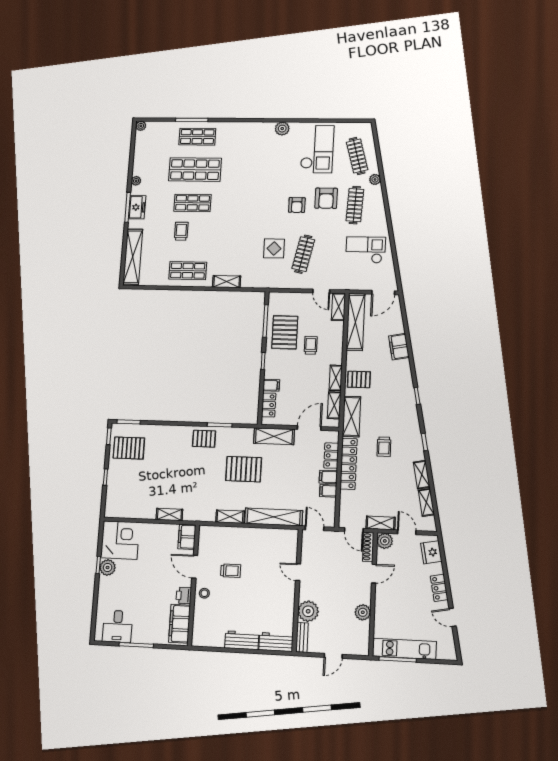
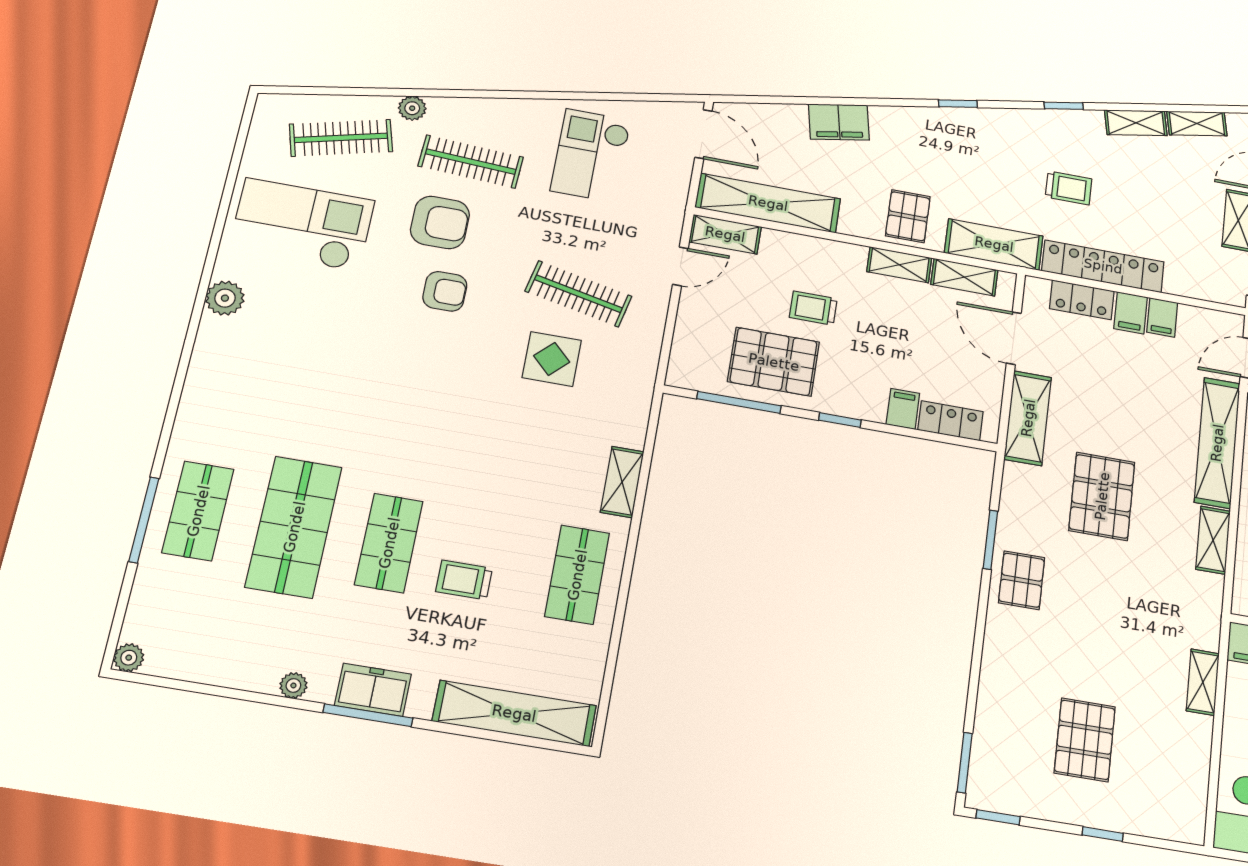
pallet: (129, 448) -> (1085, 740), moved

